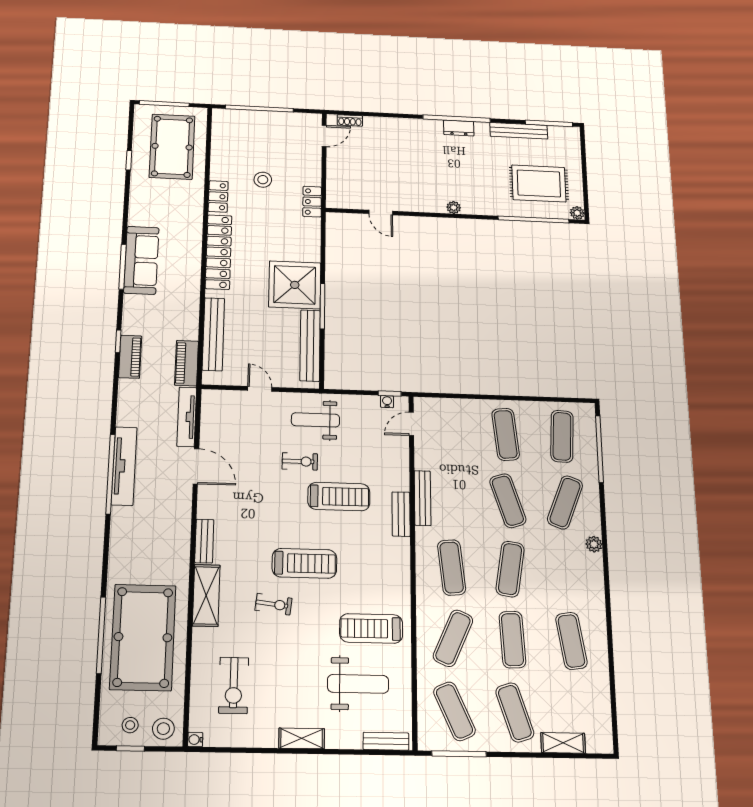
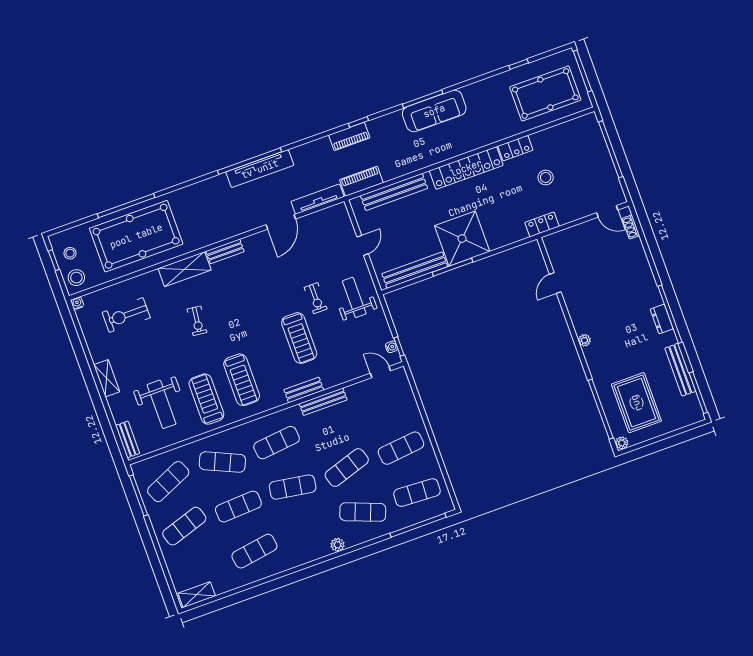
treadmill: (304, 563) -> (242, 380), moved
shelving: (563, 743) -> (197, 595), moved, turned 90

